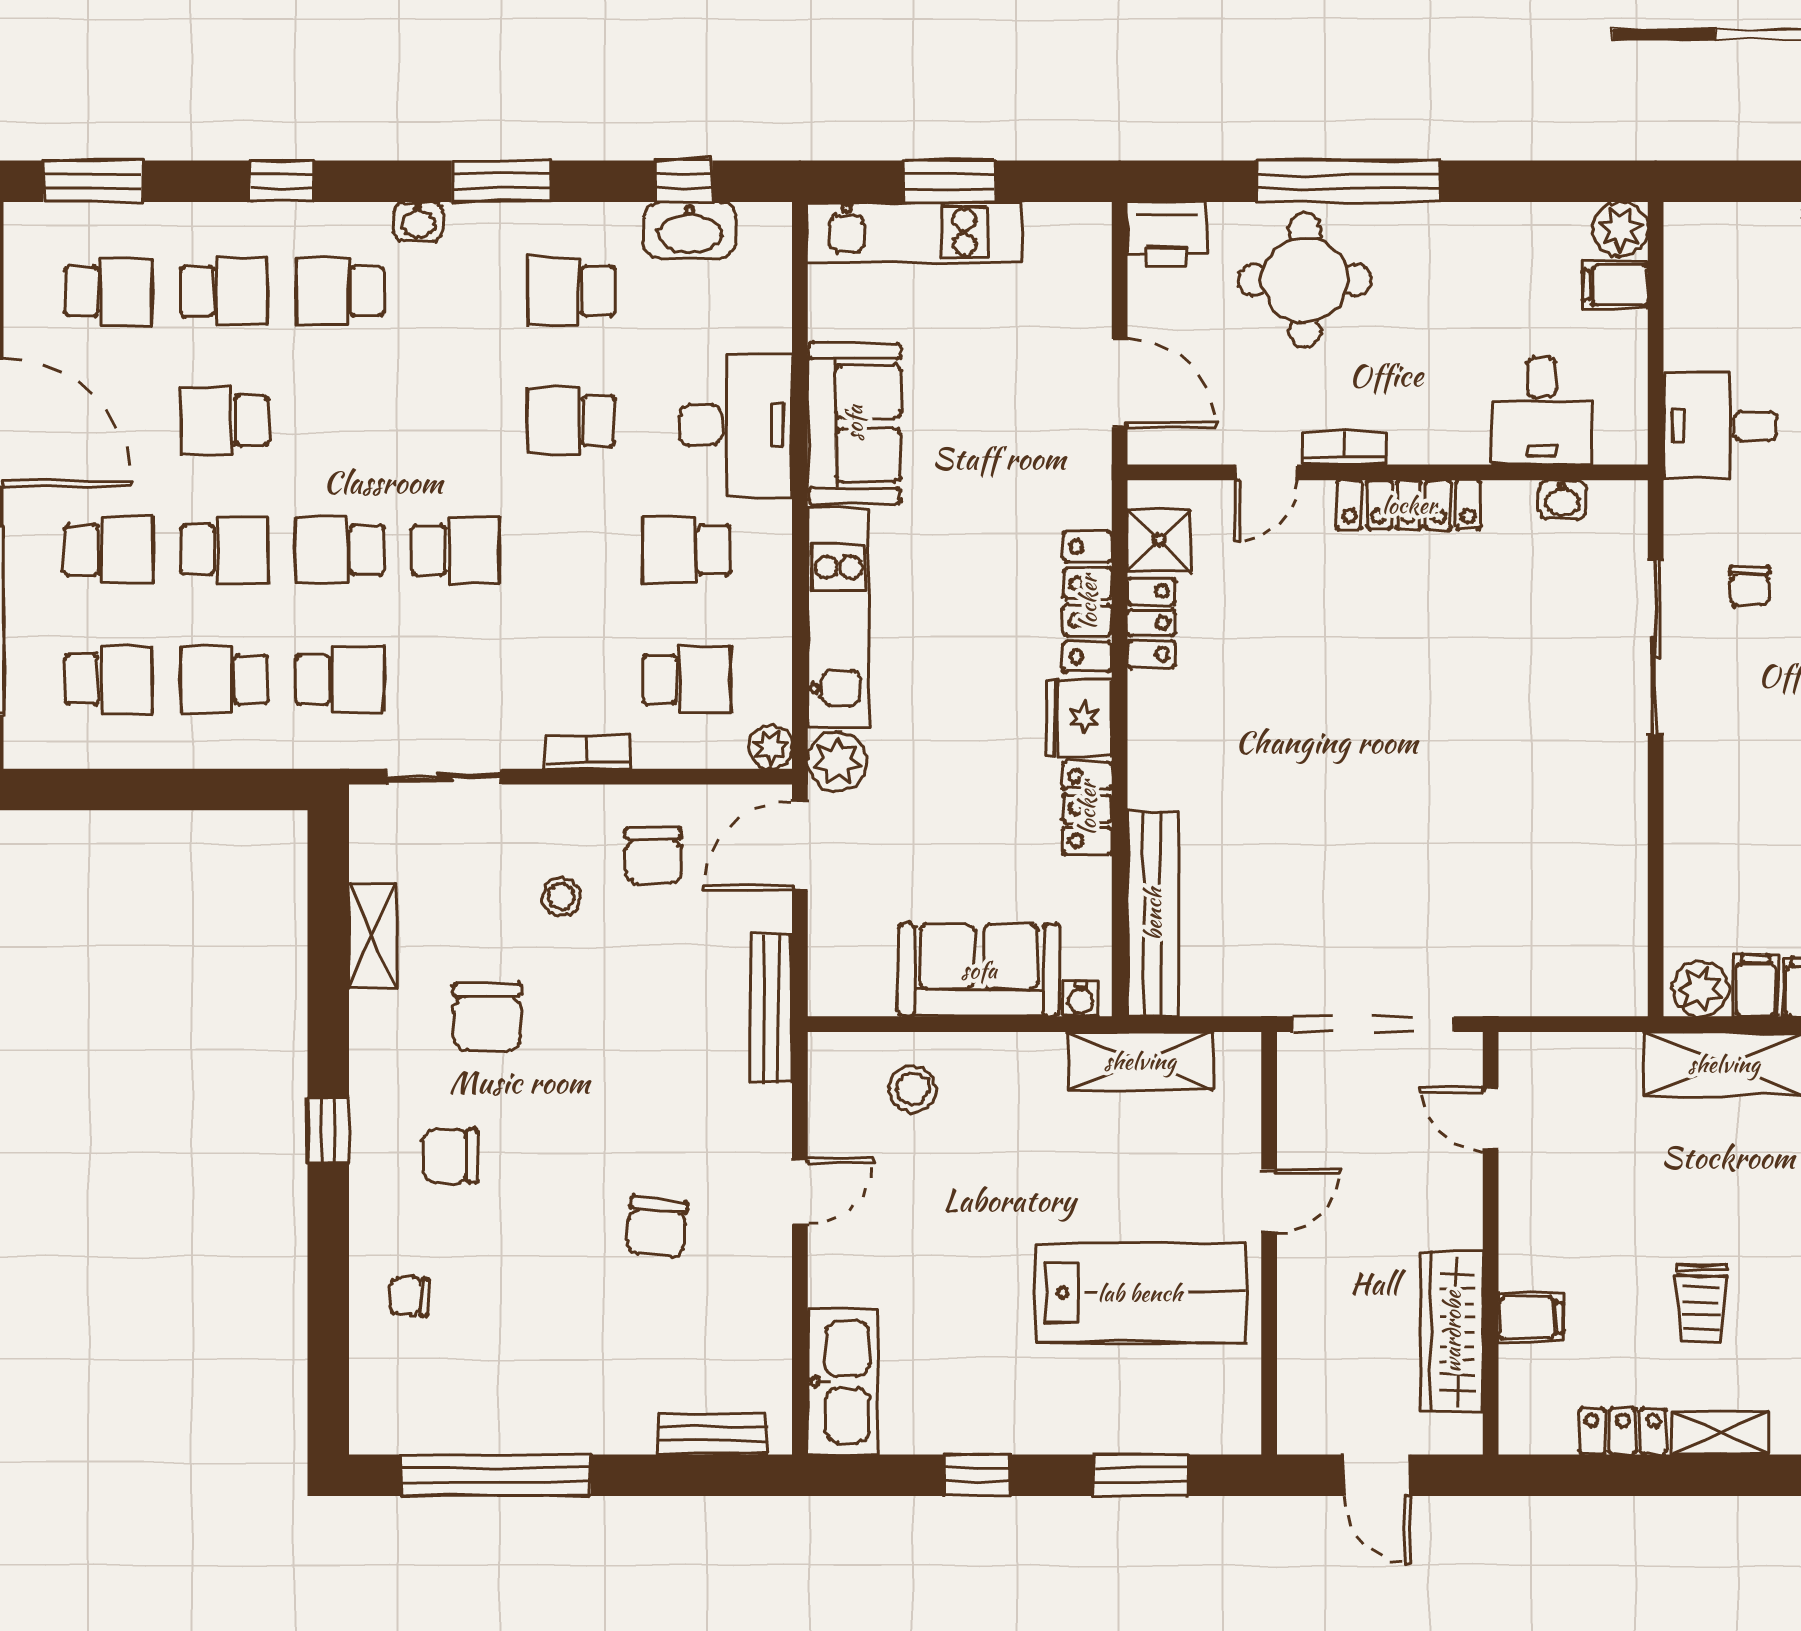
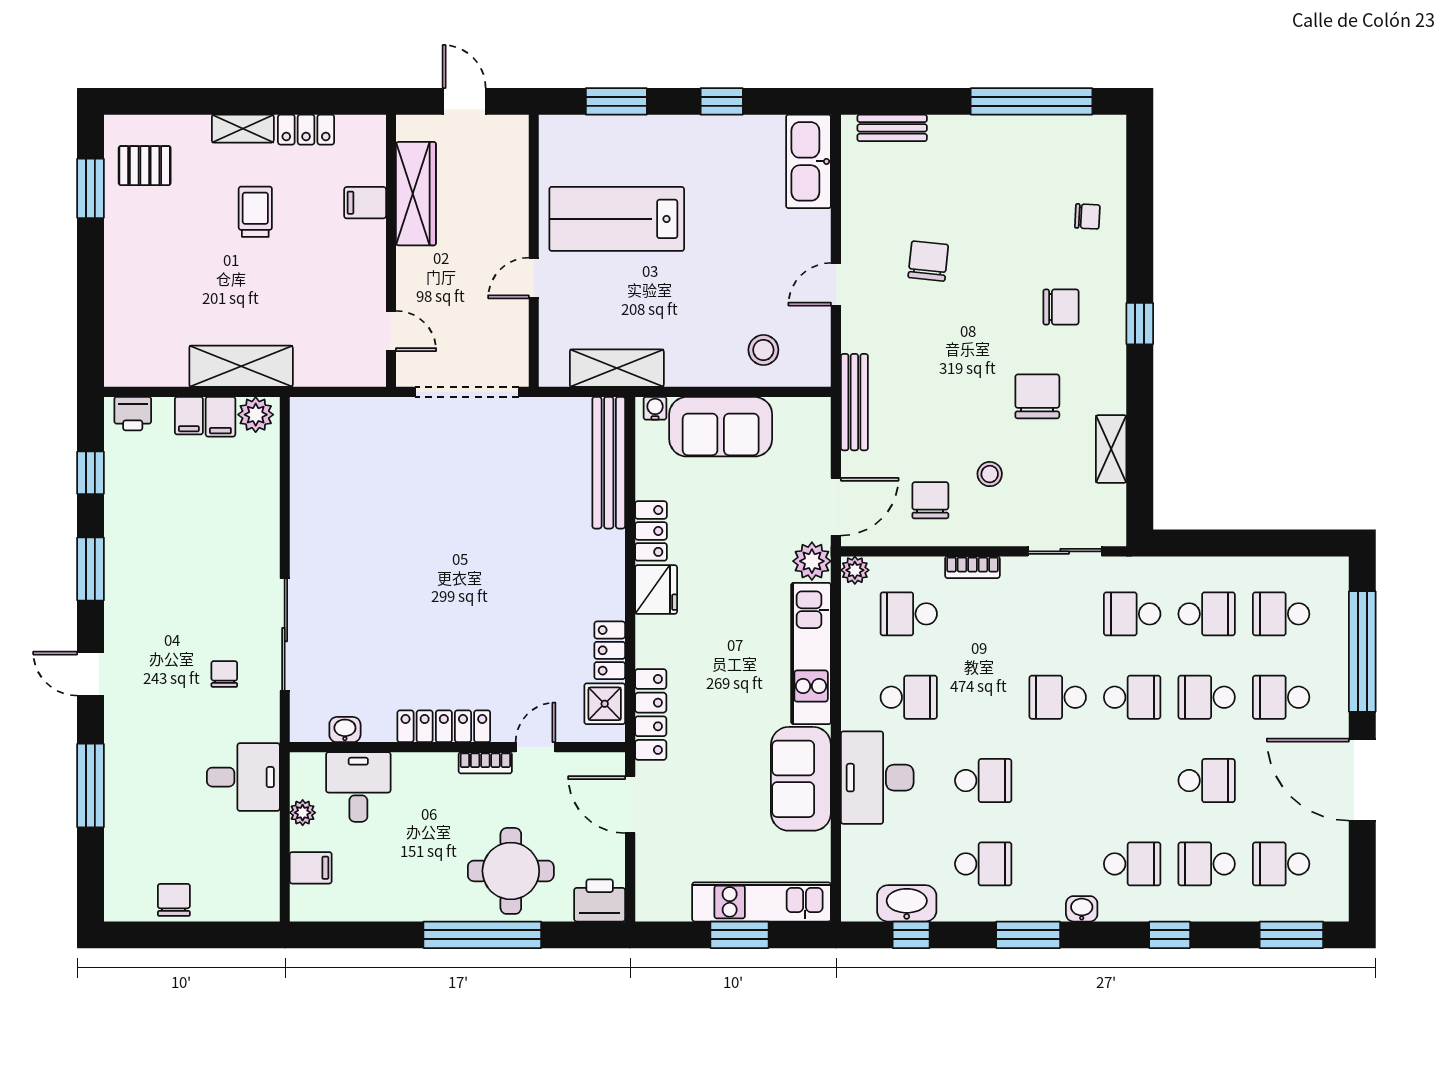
plant: (1621, 229) -> (303, 813), moved, width x0.73, depth x0.73
locker: (1088, 602) -> (651, 714), moved

